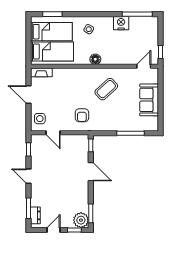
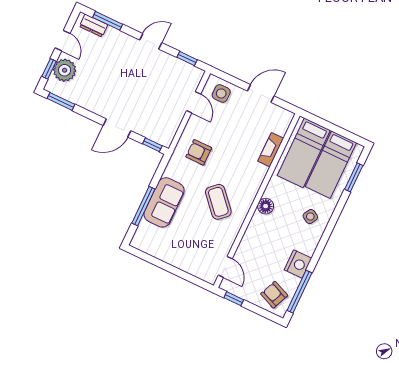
armchair: (146, 29) -> (274, 295), added
fireplace: (41, 72) -> (271, 150), moved
sofa: (149, 100) -> (164, 202), moved, turned 90
door: (53, 133) -> (194, 102), swing flipped
plant: (81, 220) -> (65, 70), moved

